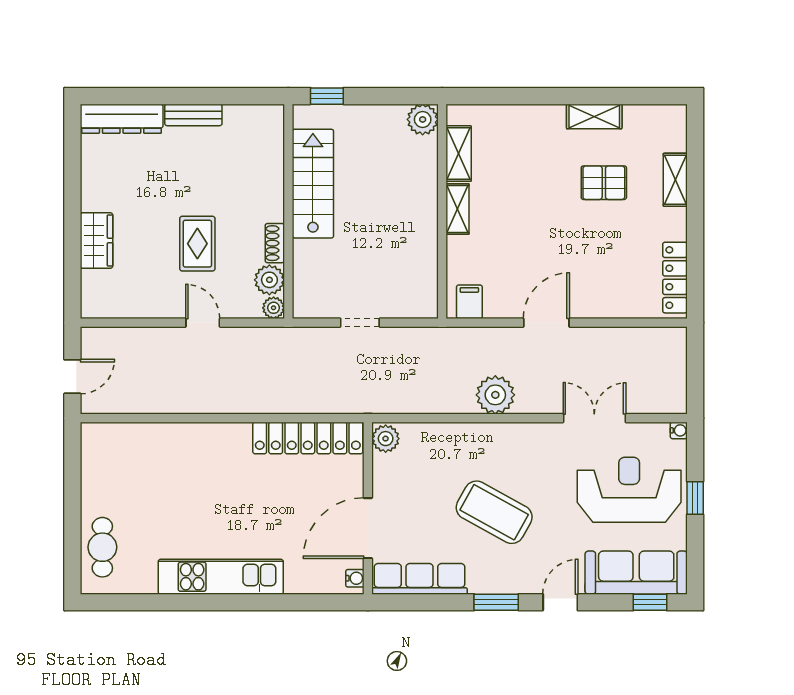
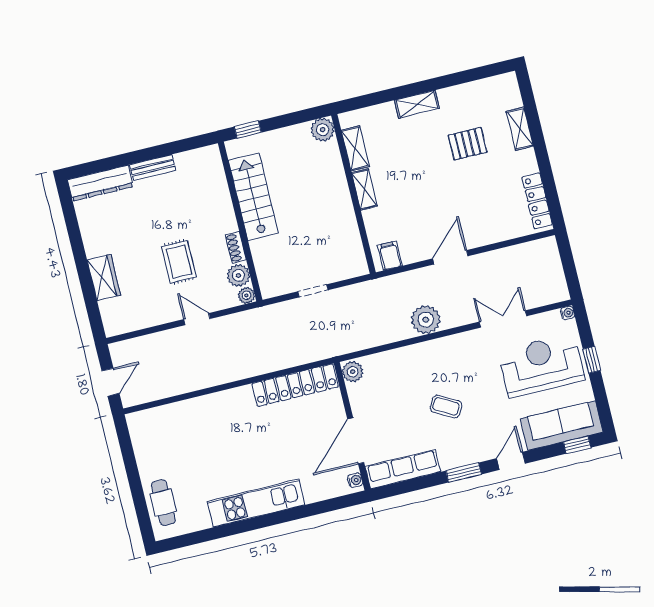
shelving: (594, 116) -> (417, 104), moved
coffee table: (494, 512) -> (446, 406), width x0.54, depth x0.58

